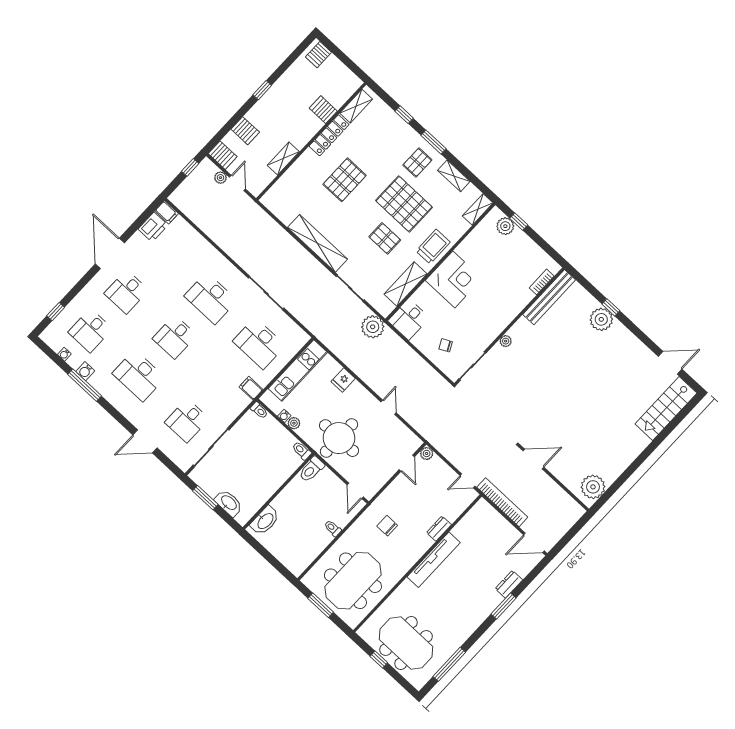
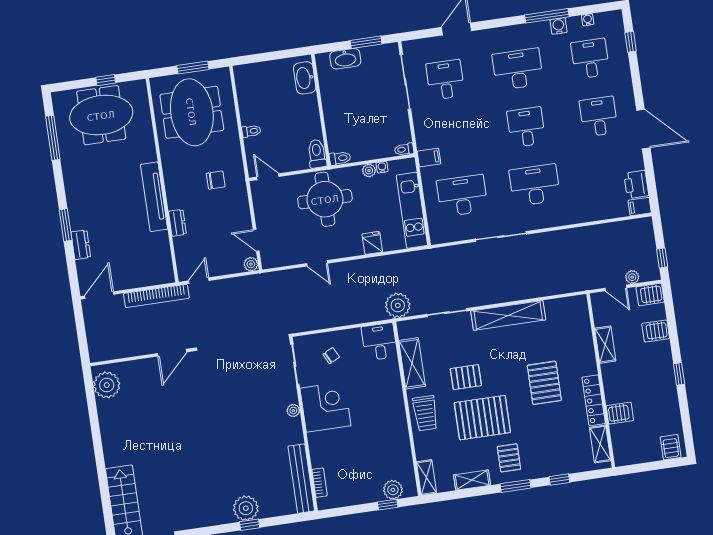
corner desk: (454, 279) -> (325, 407), moved, turned 180

